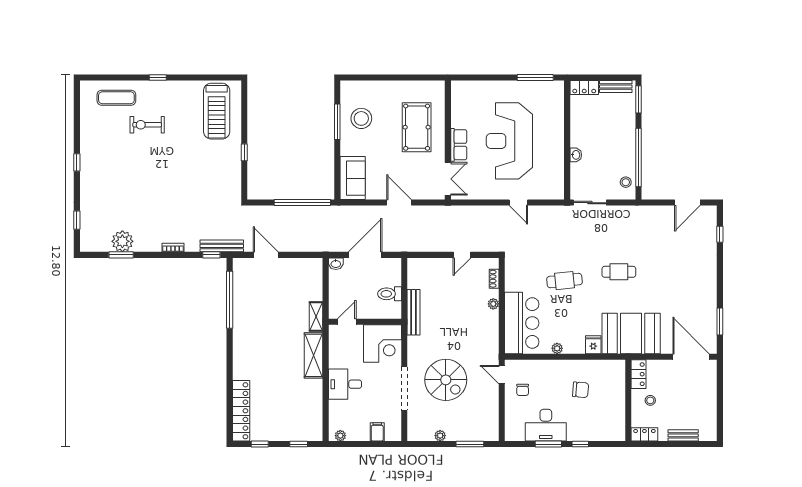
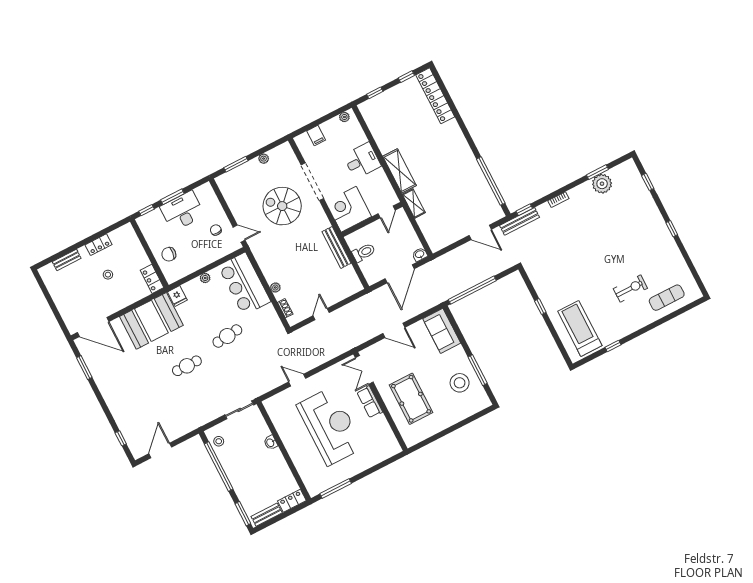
window: (158, 77) -> (613, 346), moved
locker: (638, 374) -> (152, 279), moved
wall: (628, 400) -> (149, 253), moved

